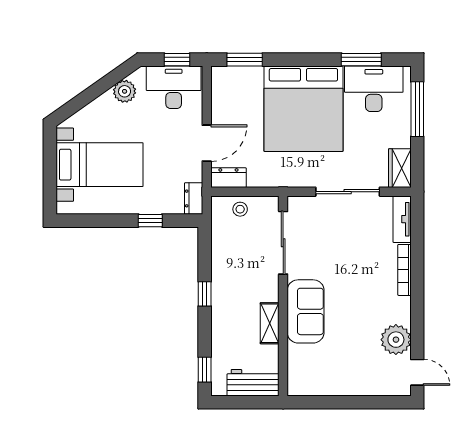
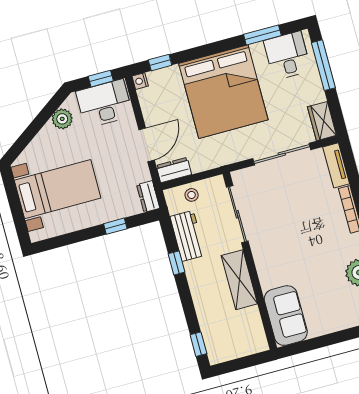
window: (245, 60) -> (160, 63), width x0.67
nightstand: (218, 73) -> (140, 81), added
desk: (374, 89) -> (287, 56), width x0.73
window: (205, 294) -> (177, 263), moved
sofa: (306, 311) -> (286, 316), moved
shelving: (270, 323) -> (239, 280), width x1.50, depth x1.33
workbench: (253, 383) -> (188, 236), moved, turned 90

